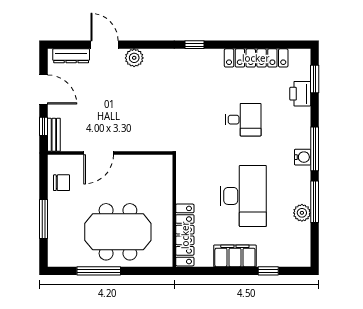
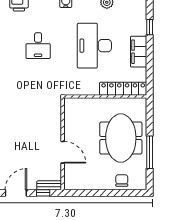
desk: (243, 120) -> (38, 46), turned 180
chair: (62, 183) -> (122, 180), moved
desk: (243, 196) -> (94, 46), turned -90
window: (43, 219) -> (111, 193), removed

